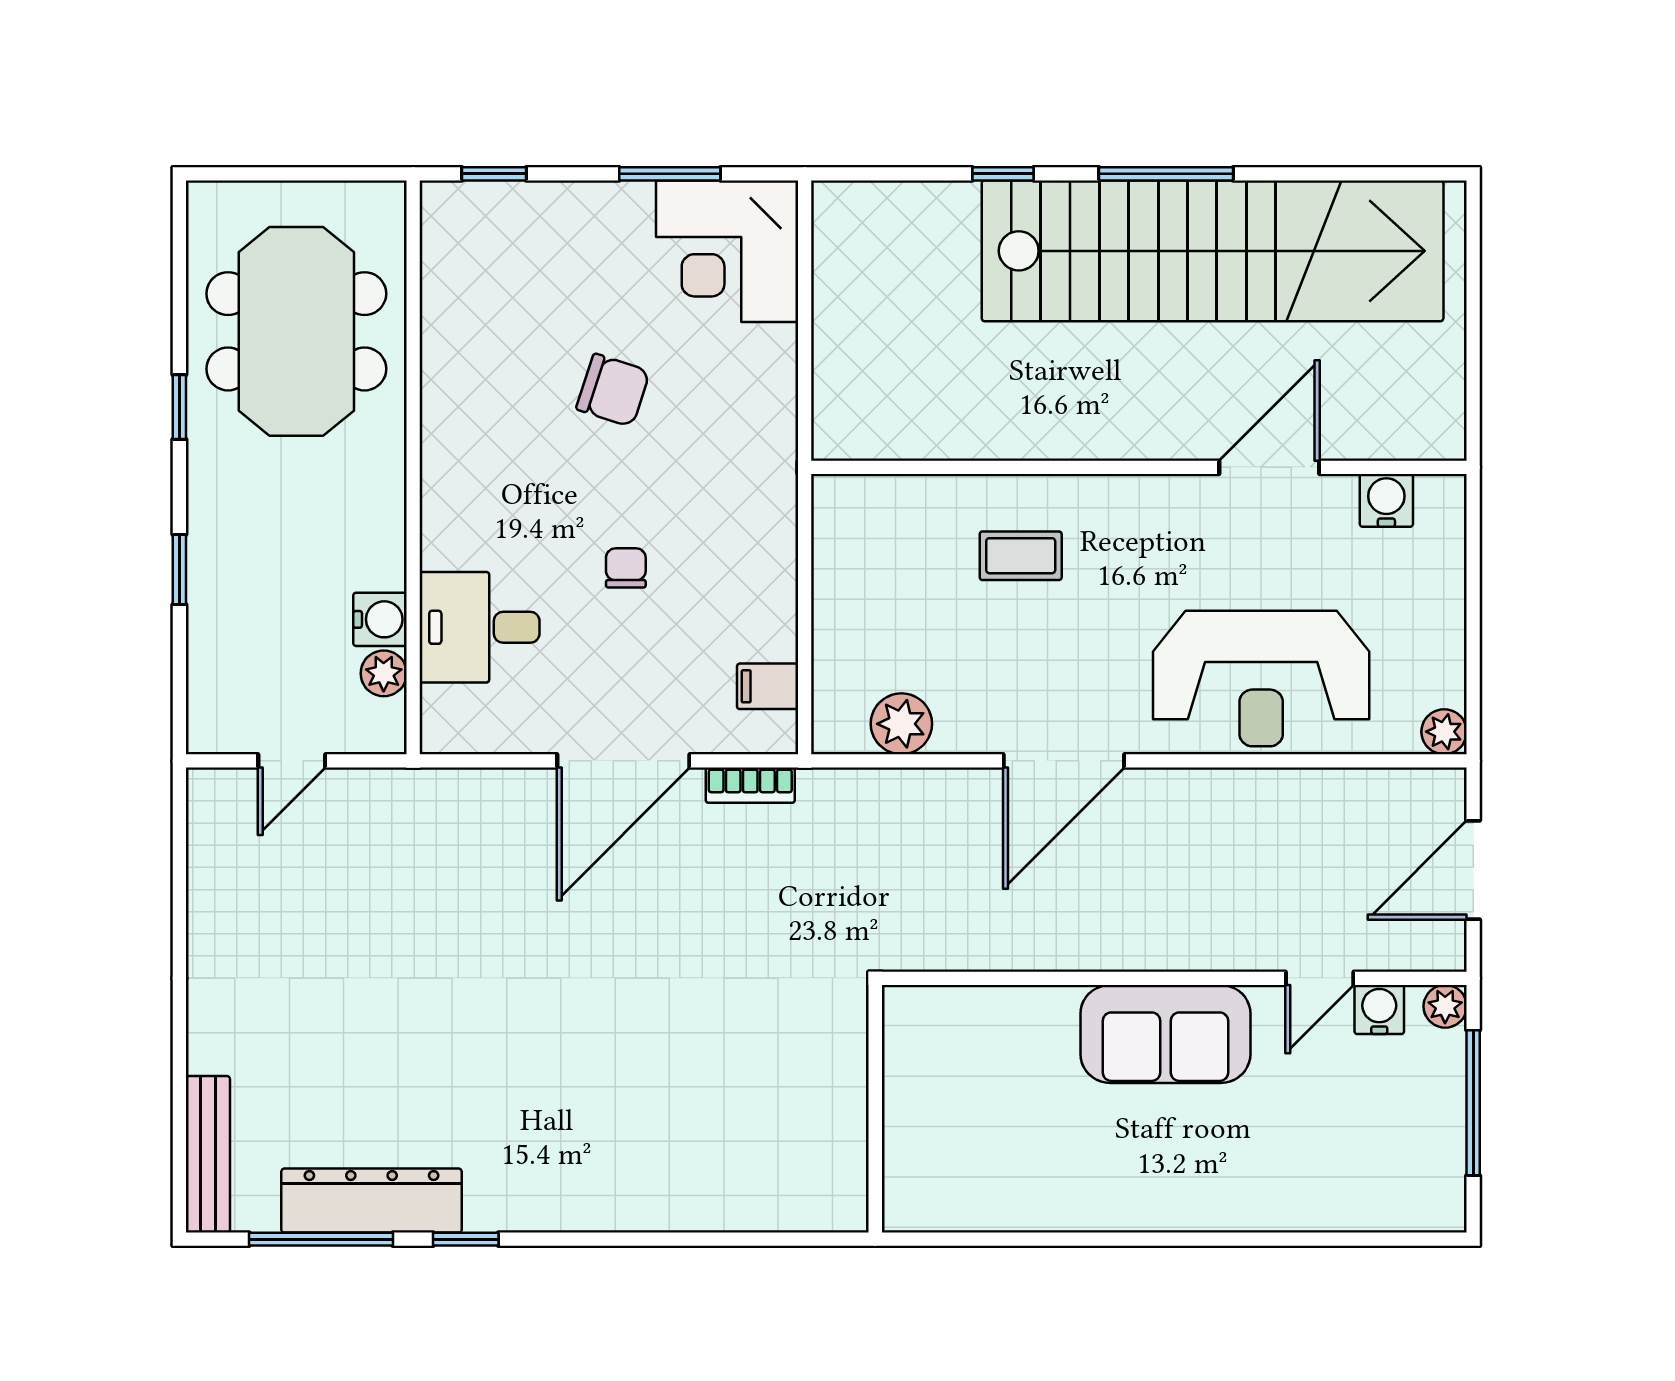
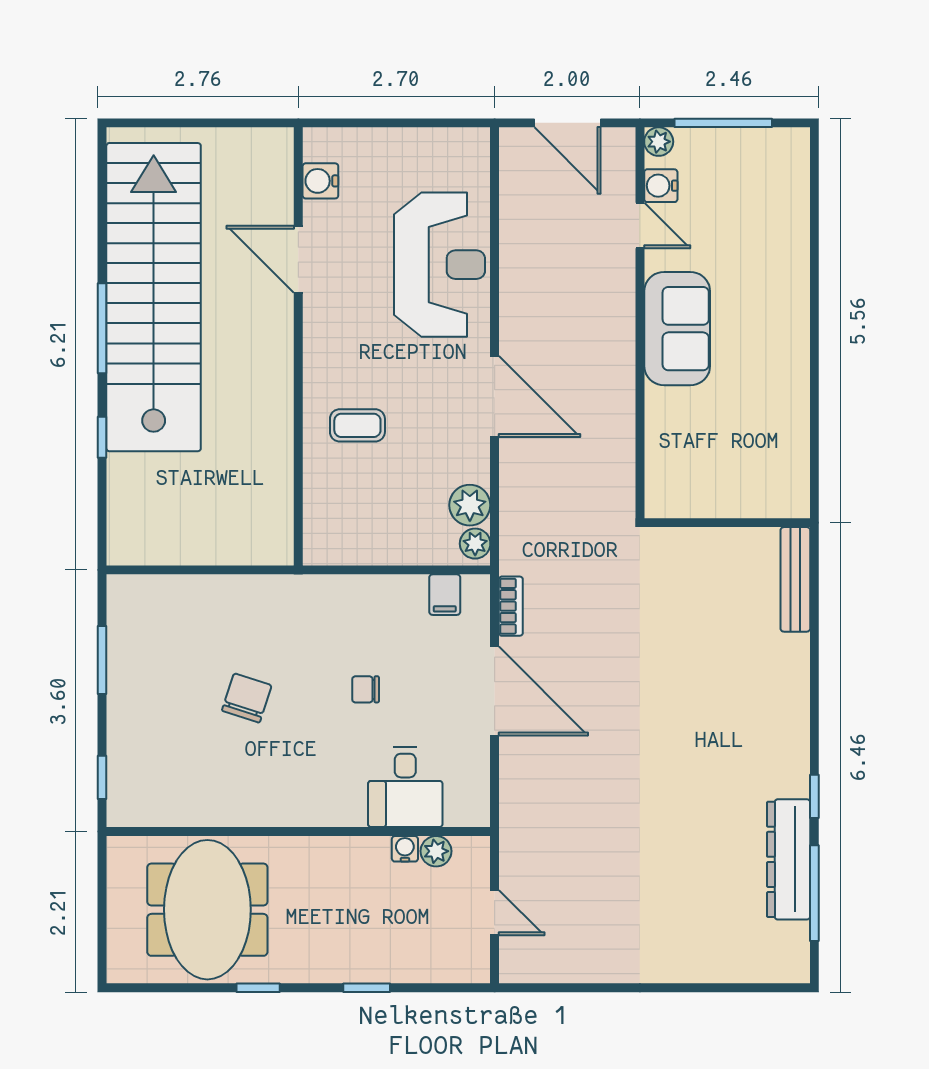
corner desk: (727, 251) -> (154, 622), removed
meeting table: (296, 331) -> (207, 910), turned 90
coffee table: (1021, 556) -> (357, 425), turned 90
water cooler: (380, 619) -> (405, 849), width x0.72, depth x0.72
plant: (1444, 732) -> (475, 544), moved
bench: (208, 1154) -> (795, 579), moved, turned 90

